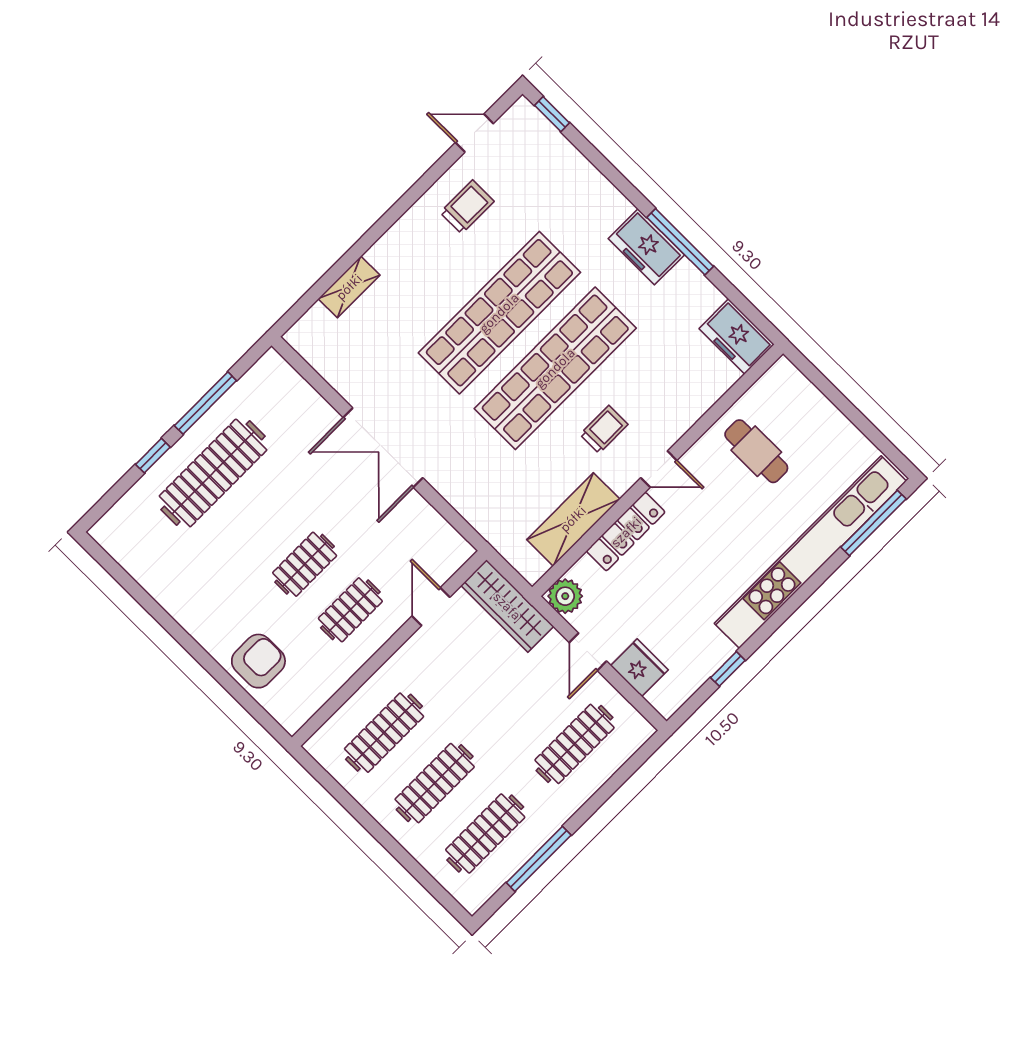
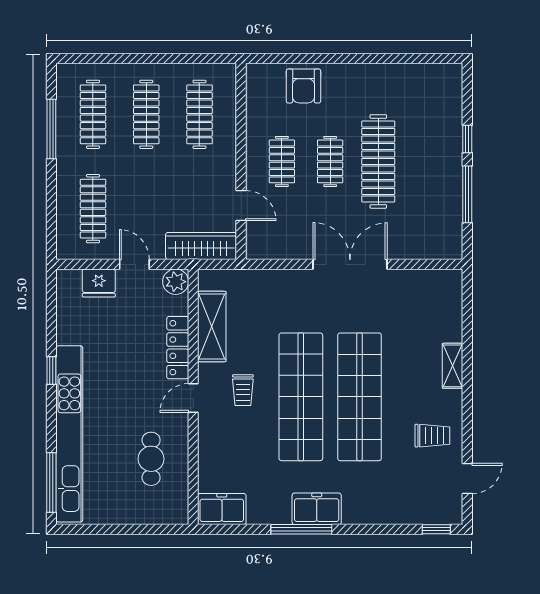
trolley: (467, 207) -> (432, 436), turned -90
shelving: (349, 287) -> (453, 366), moved
cafe table: (756, 451) -> (151, 459), turned 90
clothes rail: (213, 473) -> (378, 161), moved
window: (728, 669) -> (51, 371), moved

